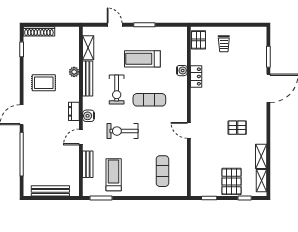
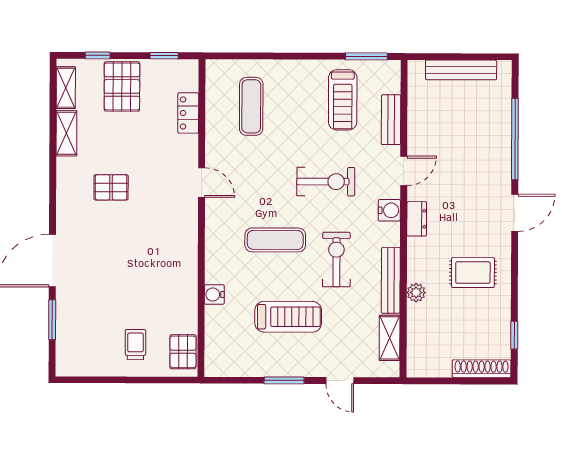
locker: (196, 76) -> (188, 113), moved

